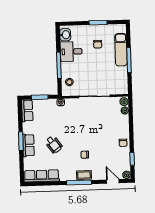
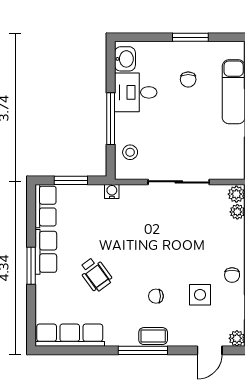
row of seats: (28, 145) -> (46, 252), moved
side table: (107, 153) -> (200, 295), added
door: (113, 181) -> (210, 350), swing flipped

